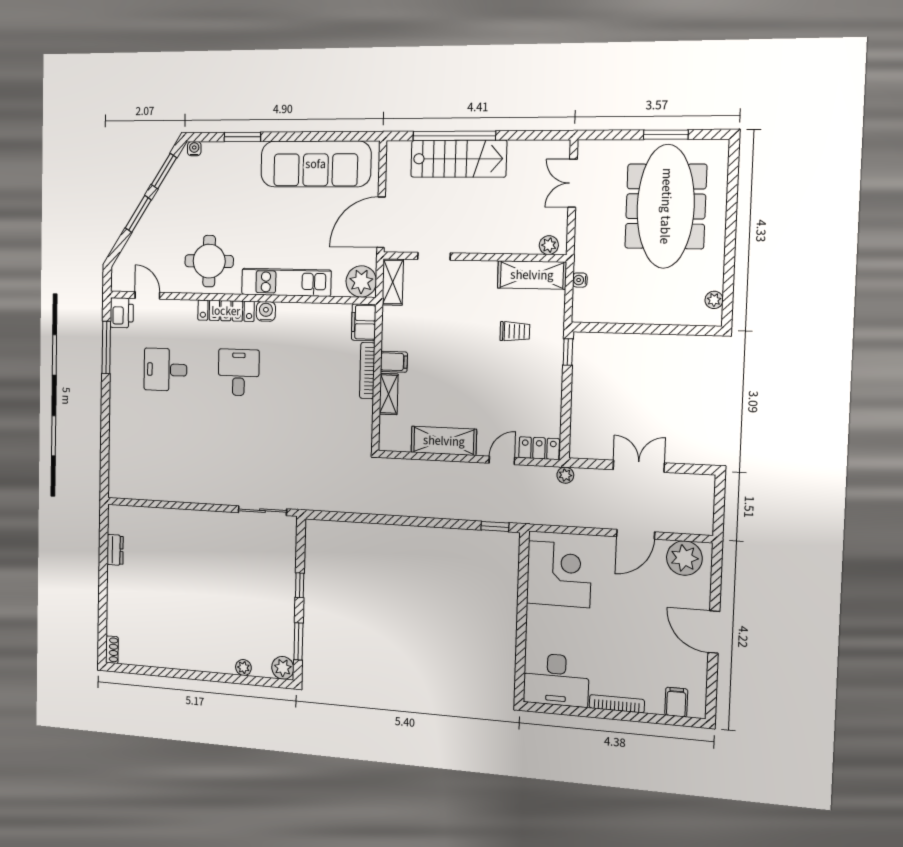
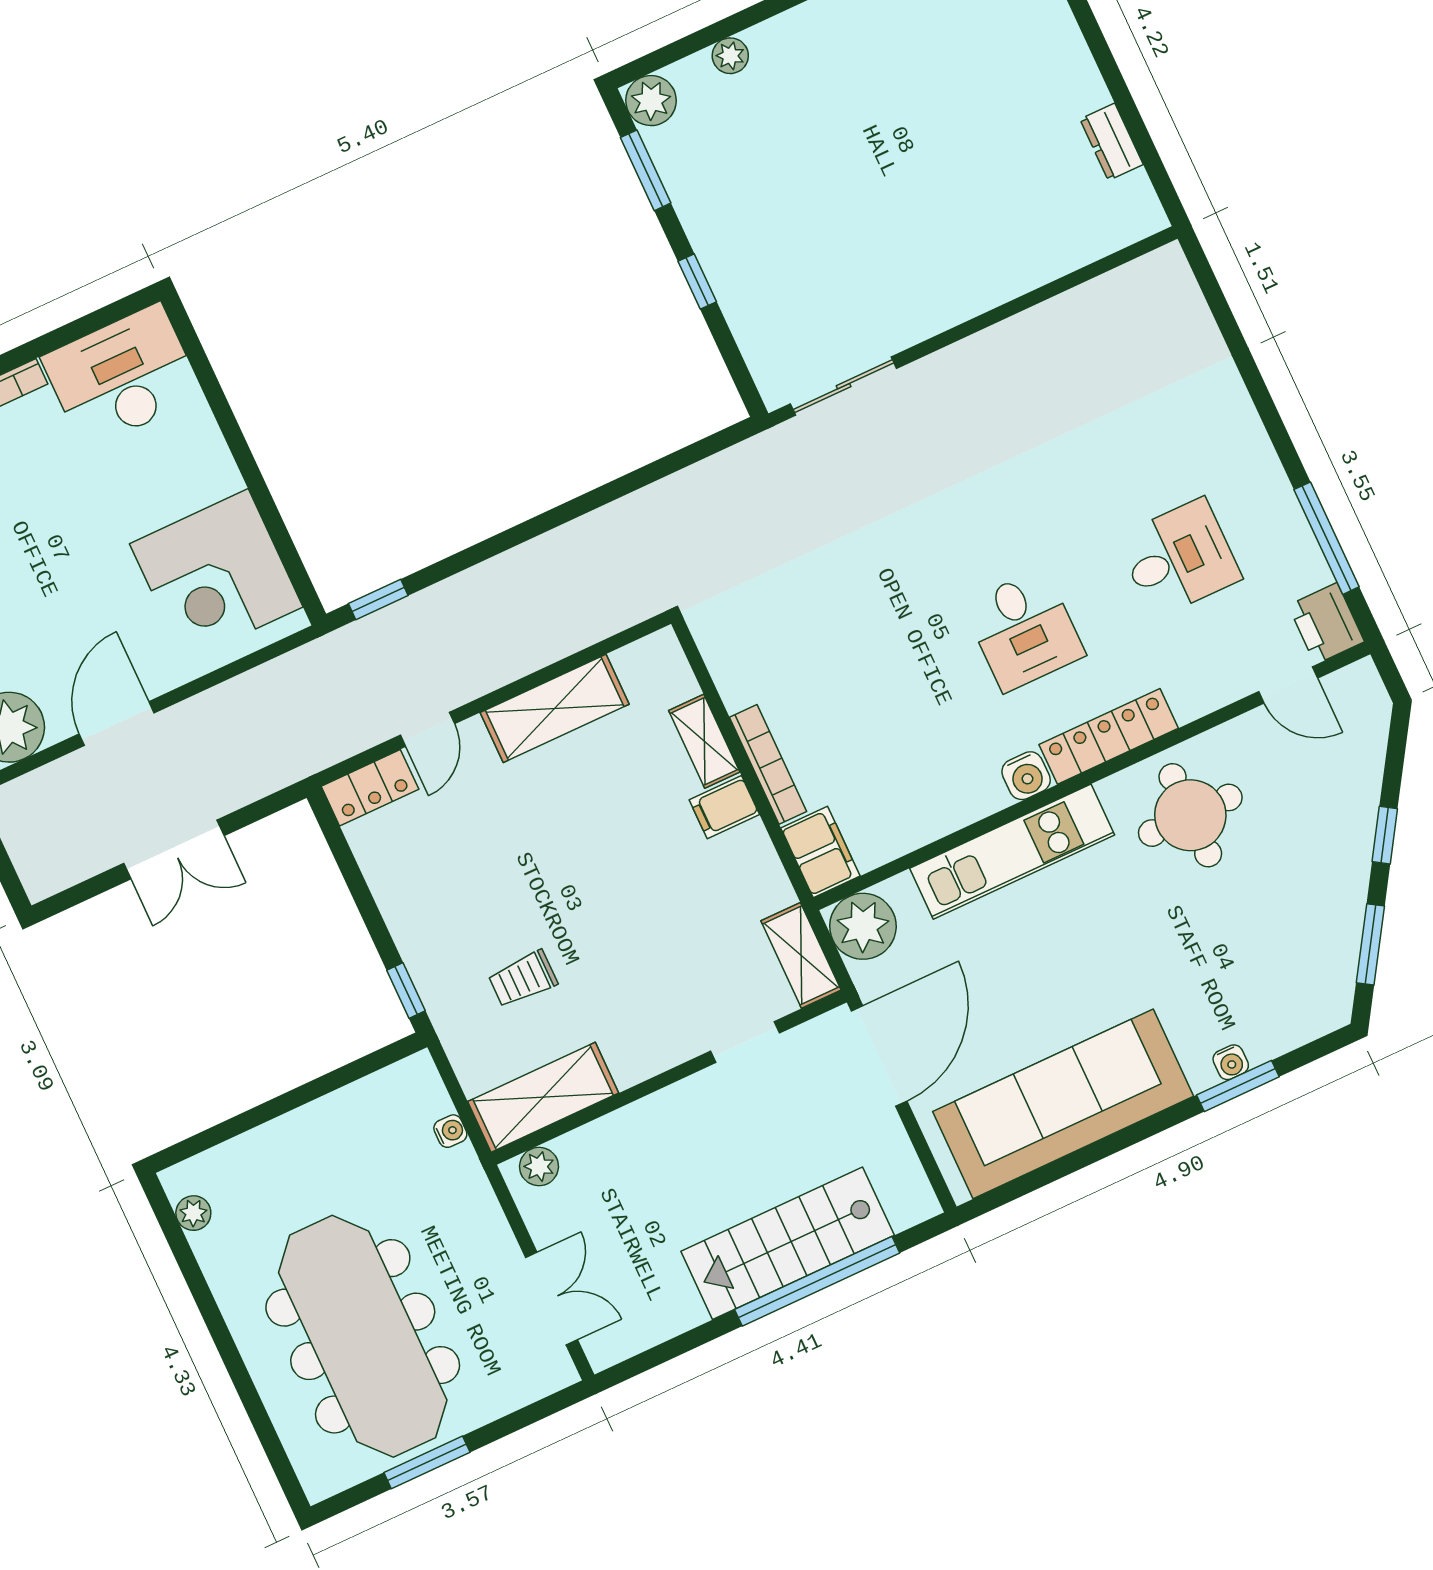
water cooler: (194, 149) -> (1231, 1062), moved
window: (138, 214) -> (1385, 835), width x0.67
plant: (565, 475) -> (297, 764), removed

